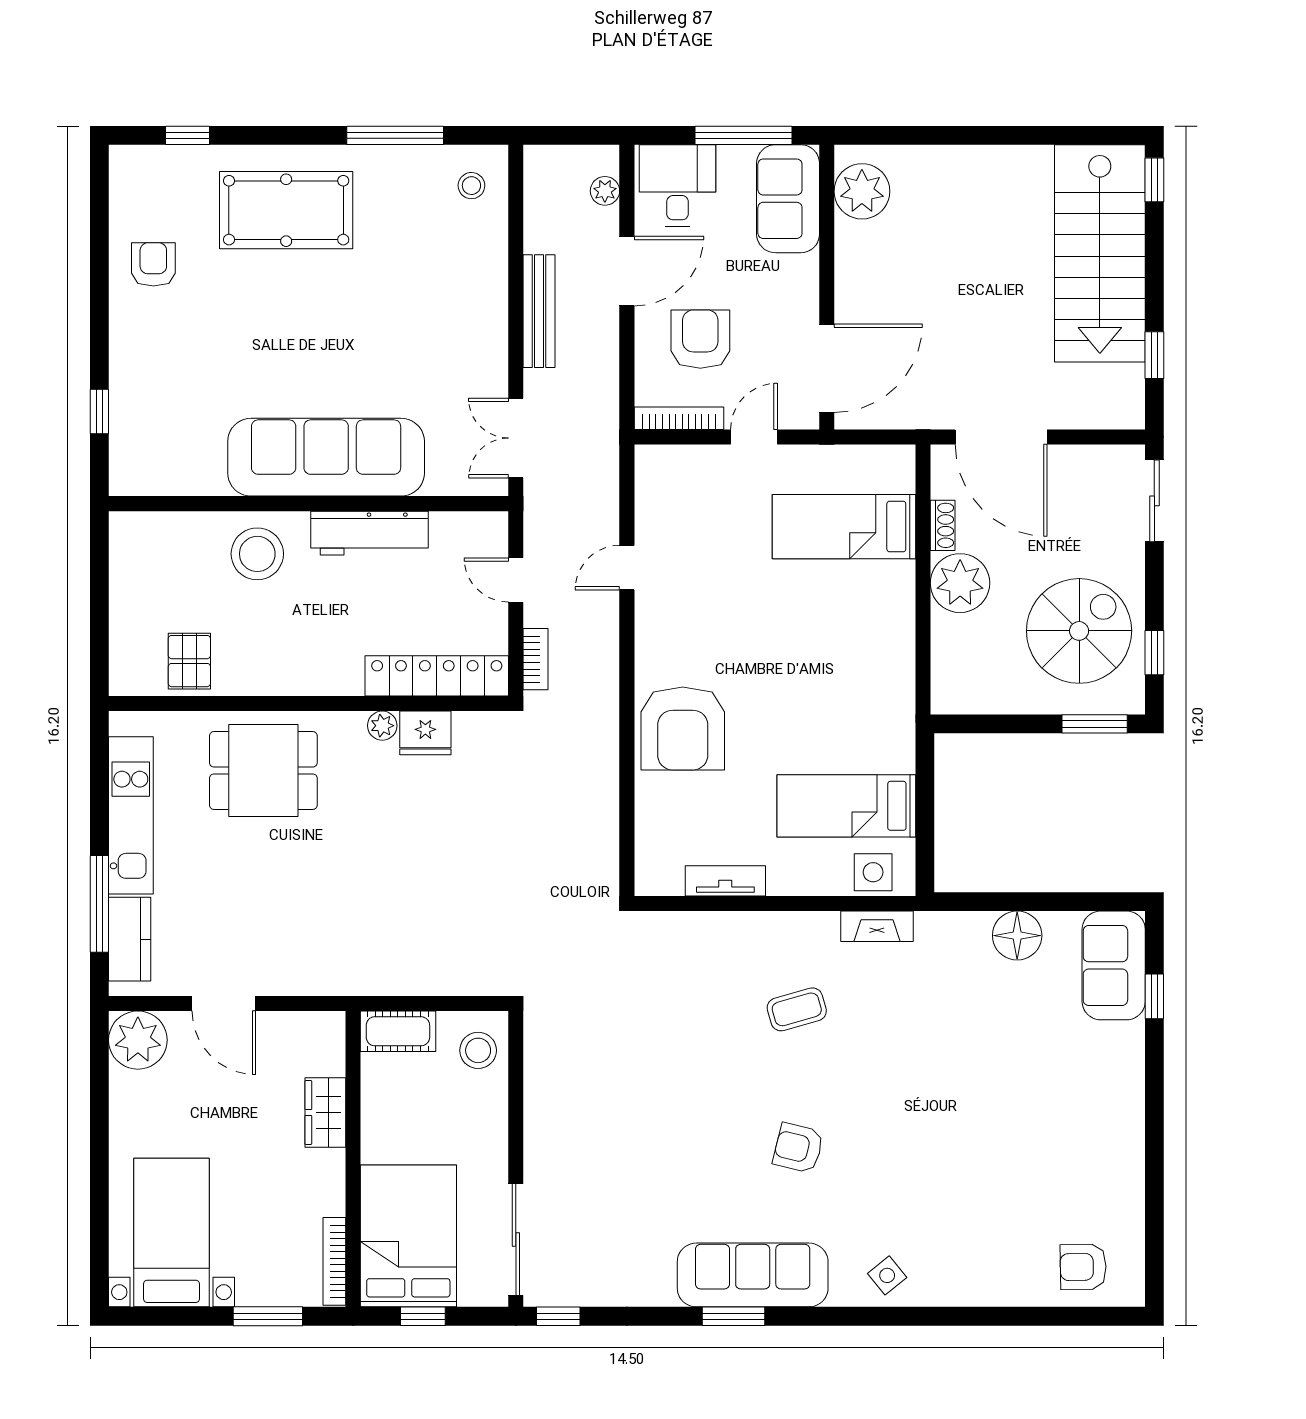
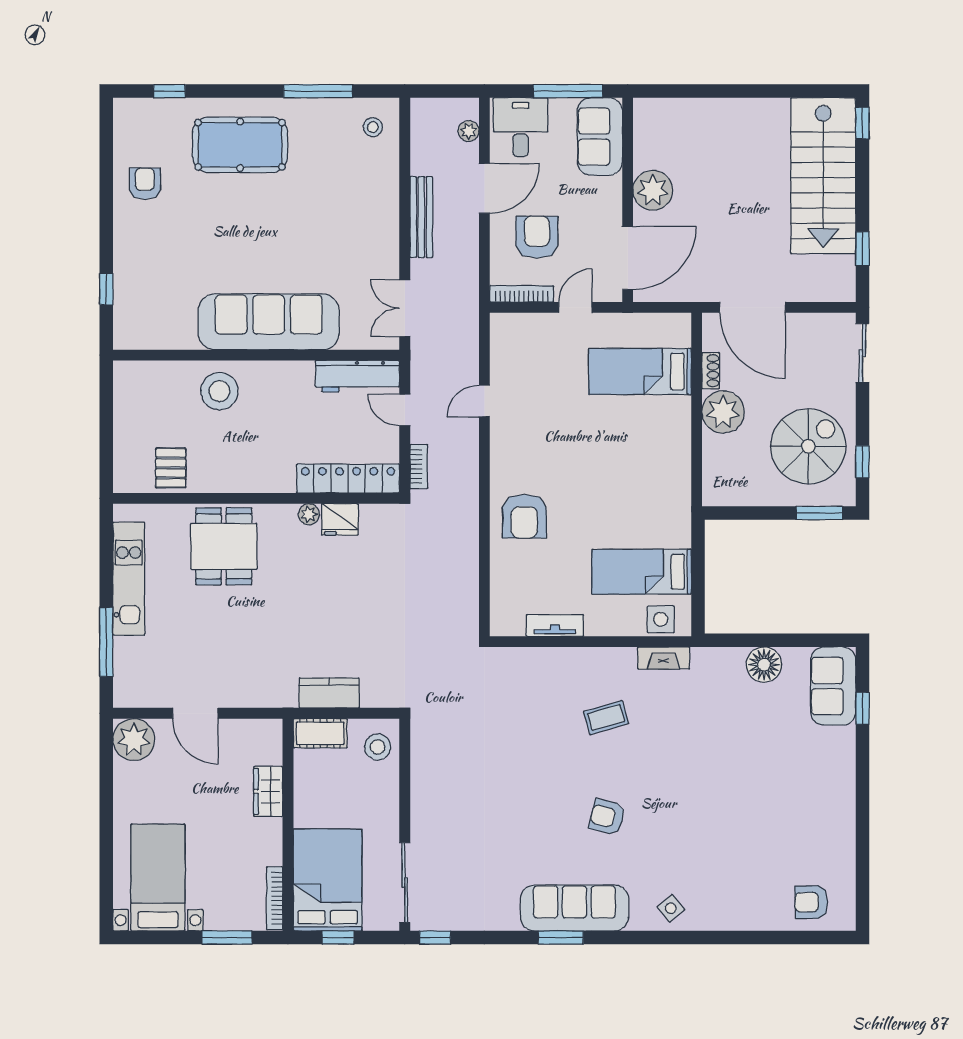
plant: (862, 191) -> (653, 190), moved
workbench: (370, 533) -> (357, 376), moved
armchair: (683, 728) -> (524, 516), width x0.73, depth x0.73
dining table: (263, 770) -> (224, 546), turned 90
kitchen counter: (130, 939) -> (329, 693), moved, turned -90

